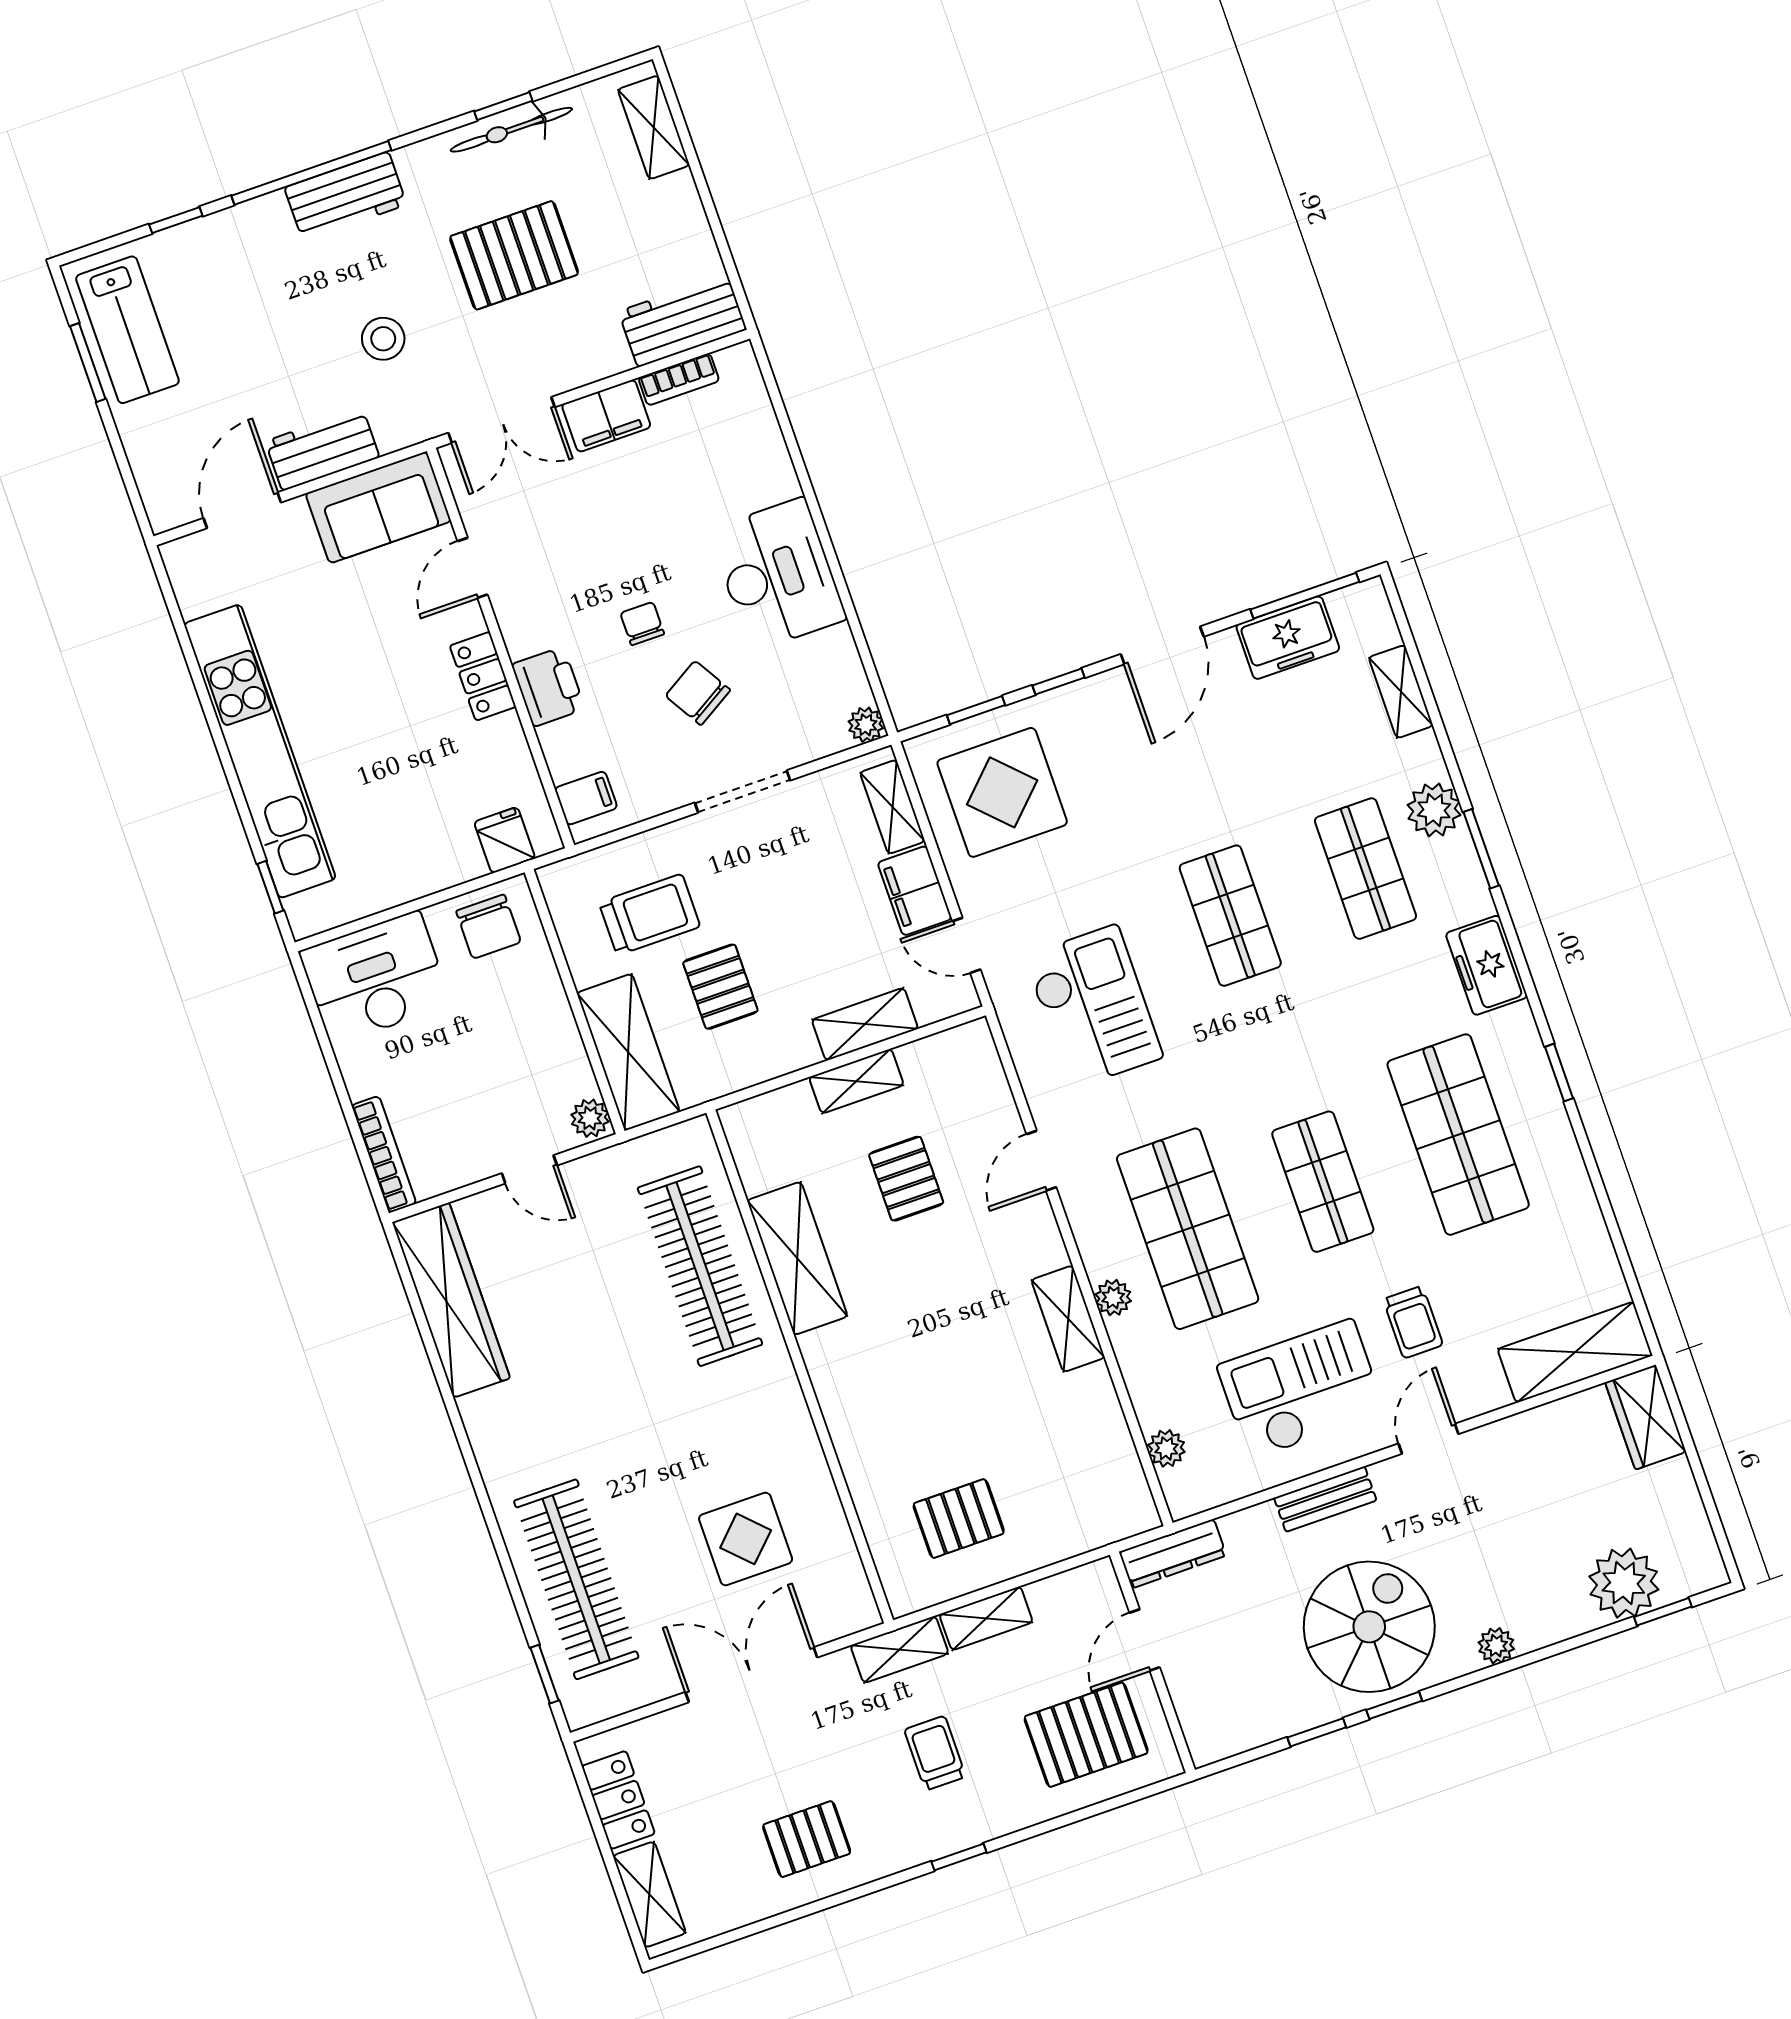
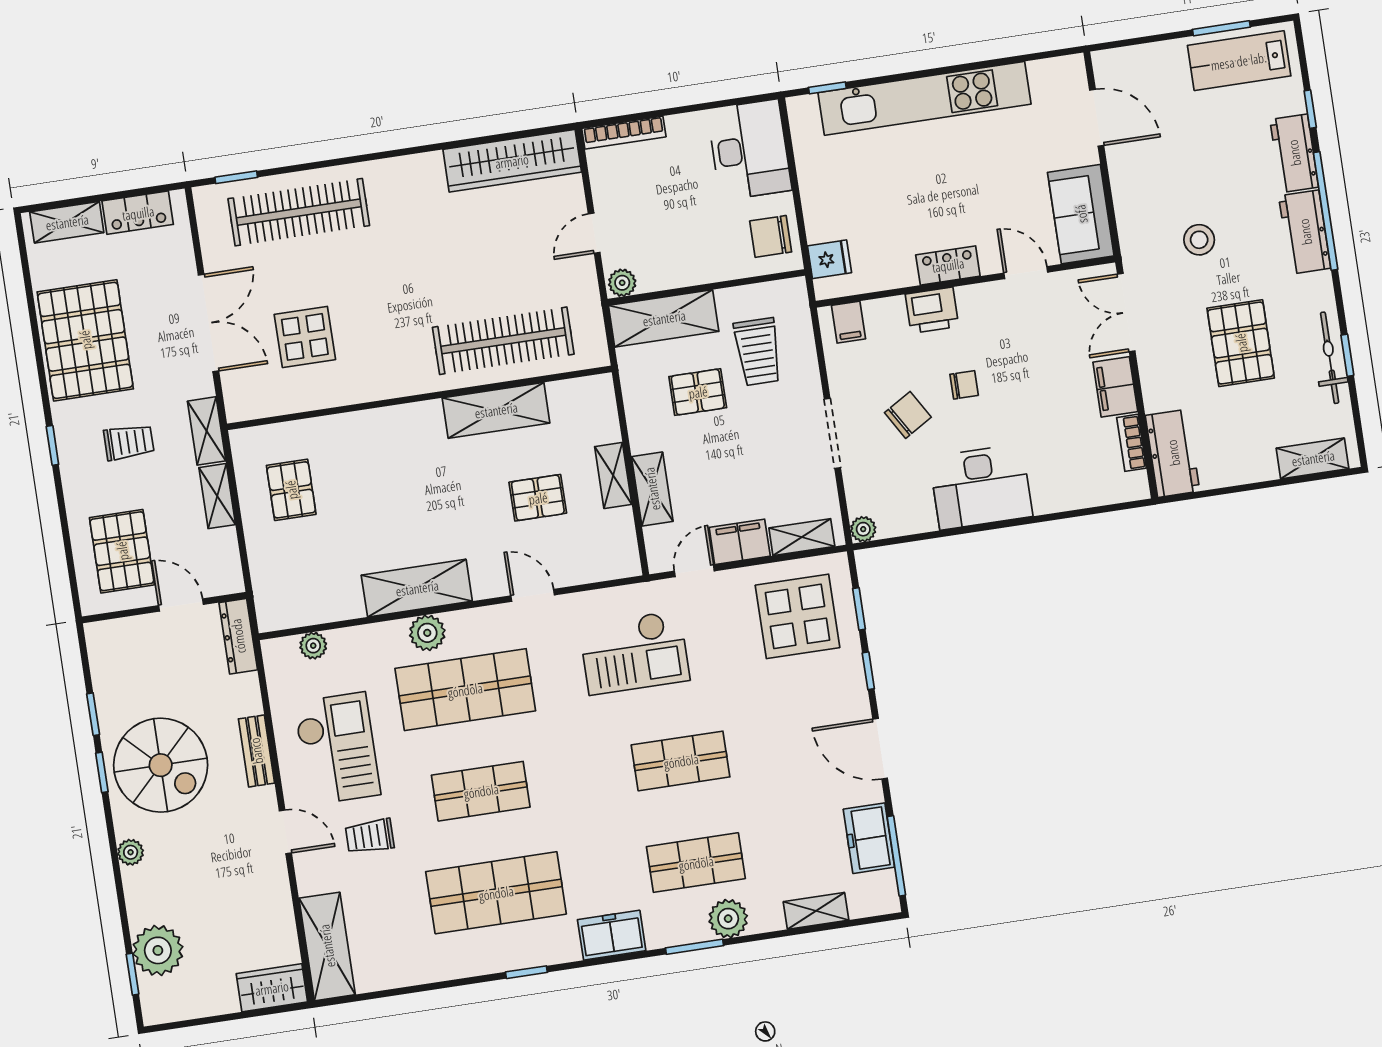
workbench: (322, 449) -> (1294, 153), moved, turned 180
plant: (1113, 1298) -> (427, 633), width x1.38, depth x1.38
shelving: (1068, 1319) -> (417, 588), width x1.50, depth x1.33
pallet: (807, 1839) -> (85, 340), width x2.05, depth x2.00

